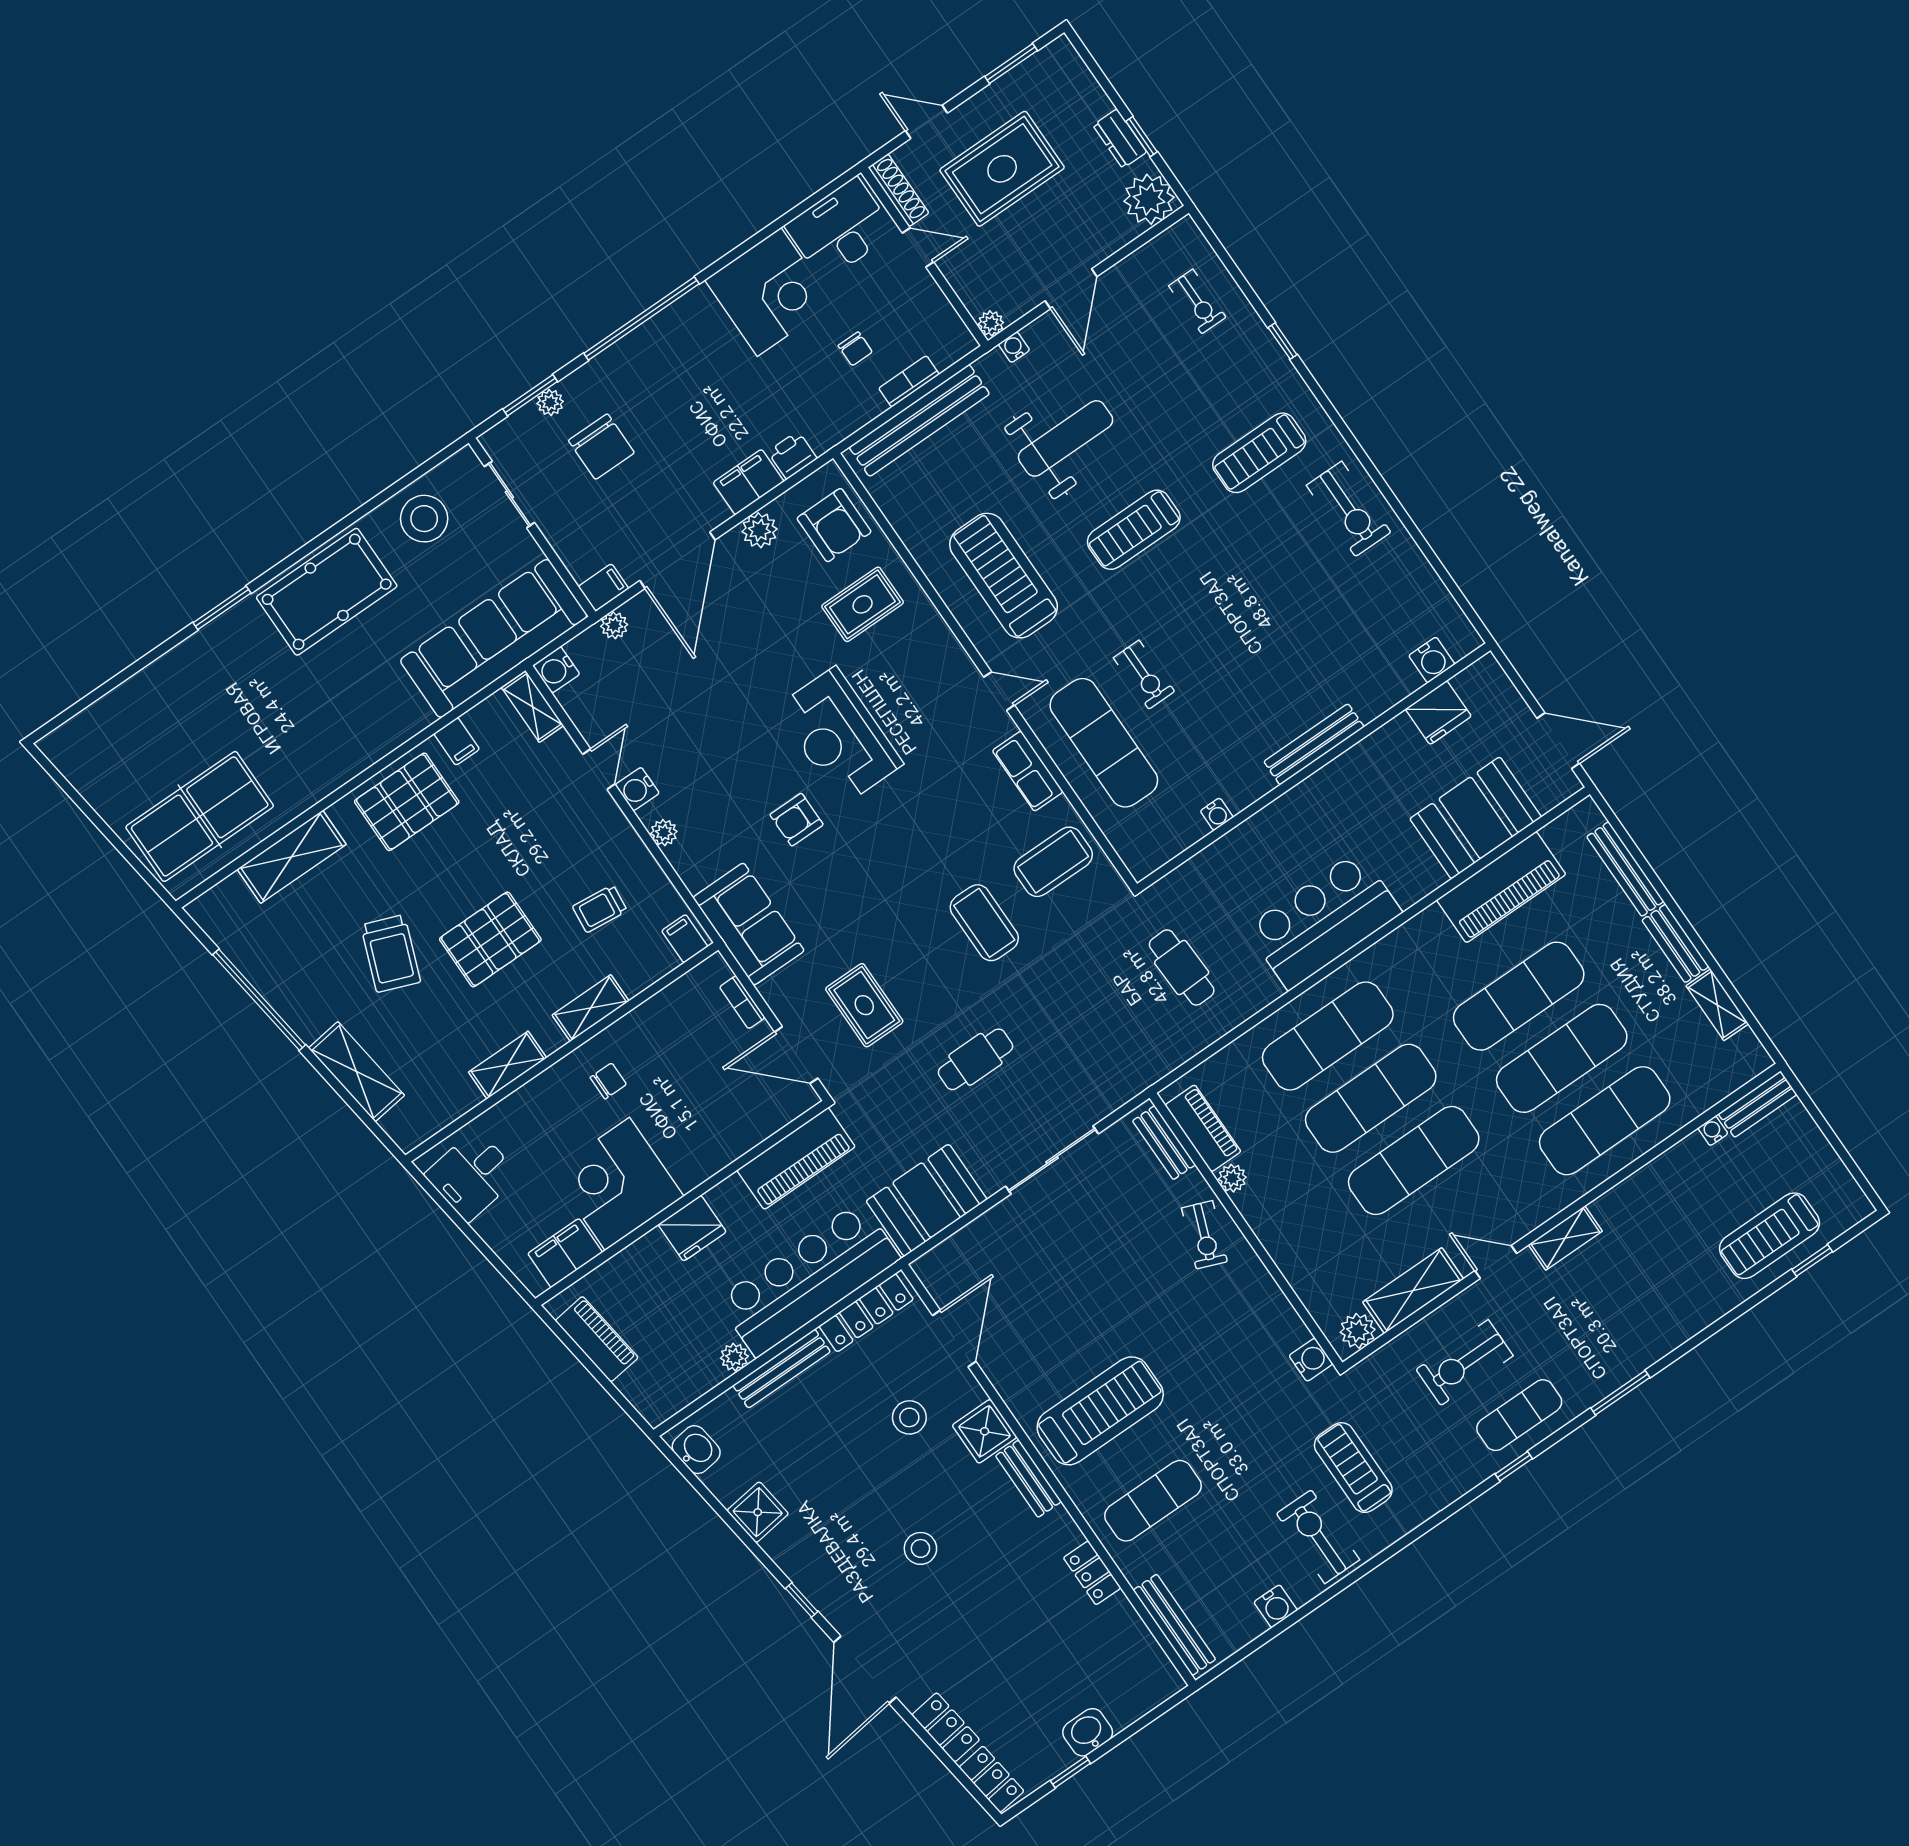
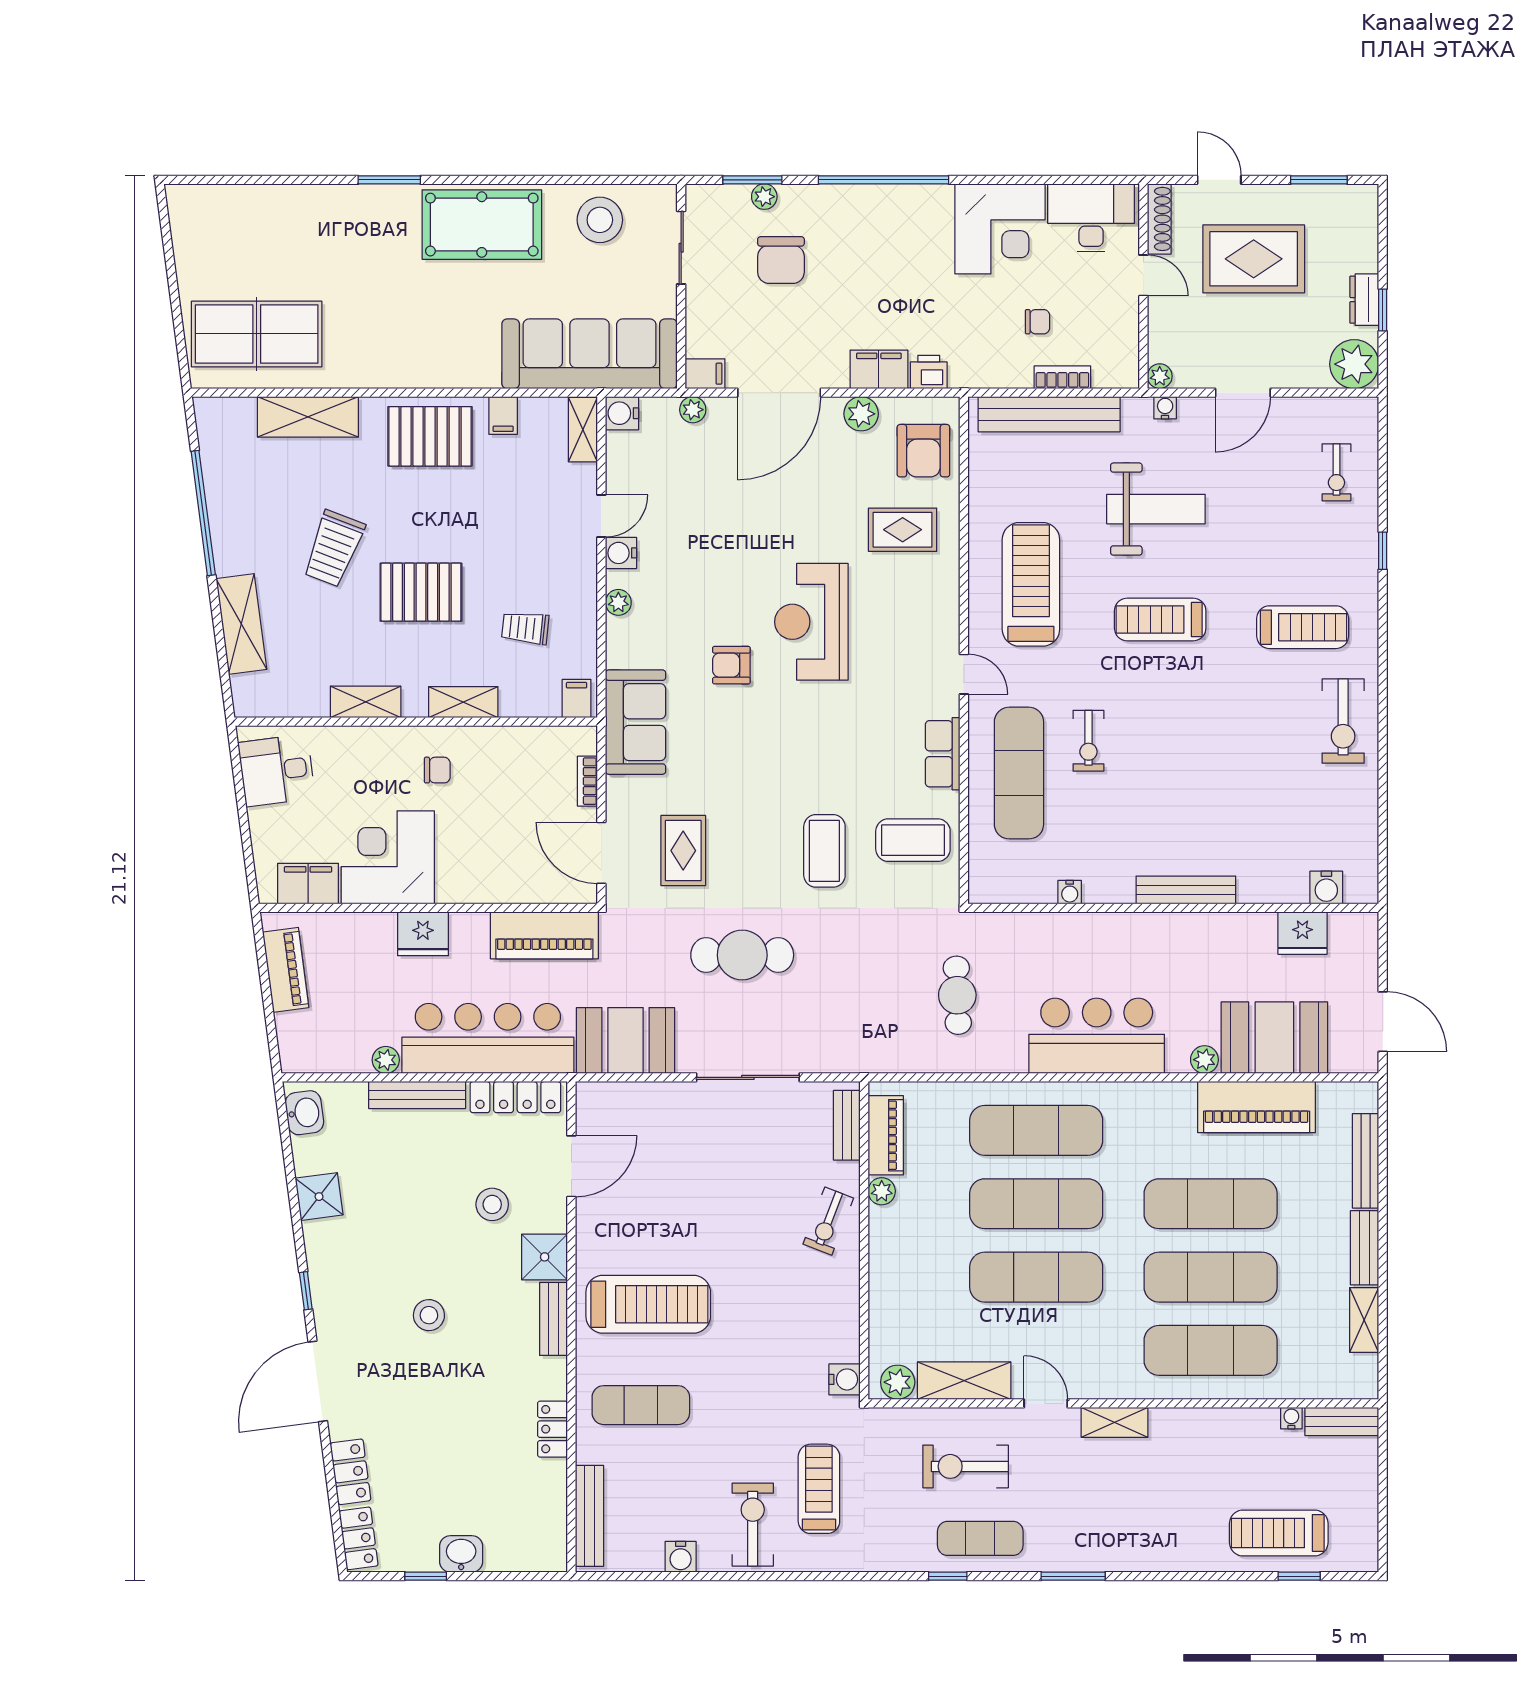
chair: (855, 349) -> (1037, 322), turned -90
treadmill: (1259, 453) -> (1303, 627), turned 180
plant: (1429, 877) -> (1204, 1060), added
cafe table: (975, 1059) -> (742, 955), width x1.37, depth x1.35

